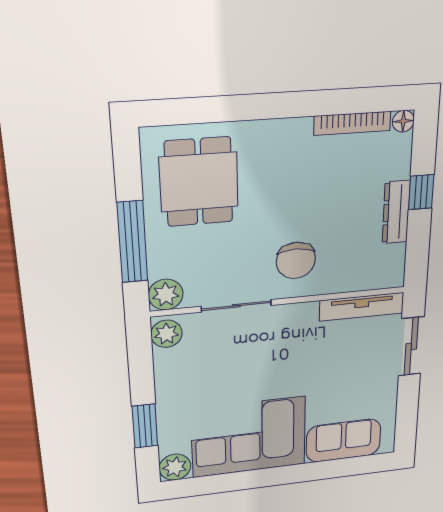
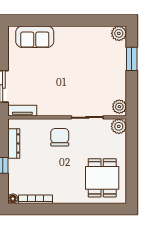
dresser: (396, 212) -> (14, 143), moved
window: (132, 242) -> (132, 153), removed
tv unit: (362, 307) -> (22, 111), width x0.71
corner sofa: (249, 437) -> (82, 46), removed

